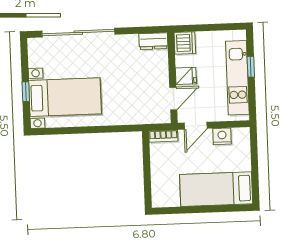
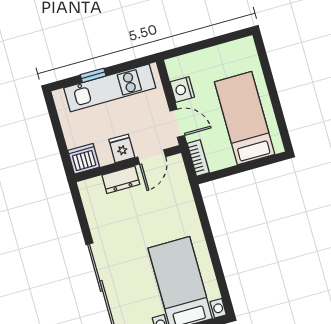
dresser: (153, 41) -> (121, 180), moved, turned 90
door: (173, 98) -> (152, 157), swing flipped
bed: (216, 189) -> (245, 118), moved, turned 180

